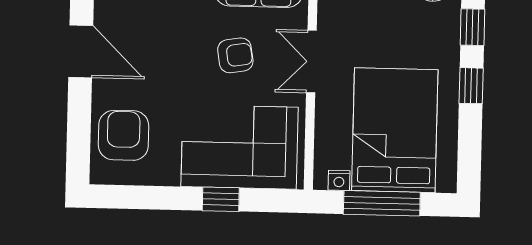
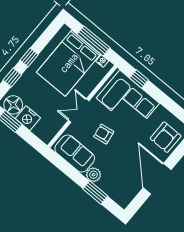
door: (81, 51) -> (157, 179), width x1.36
double door: (311, 62) -> (79, 111), swing flipped
window: (221, 199) -> (139, 79), moved

